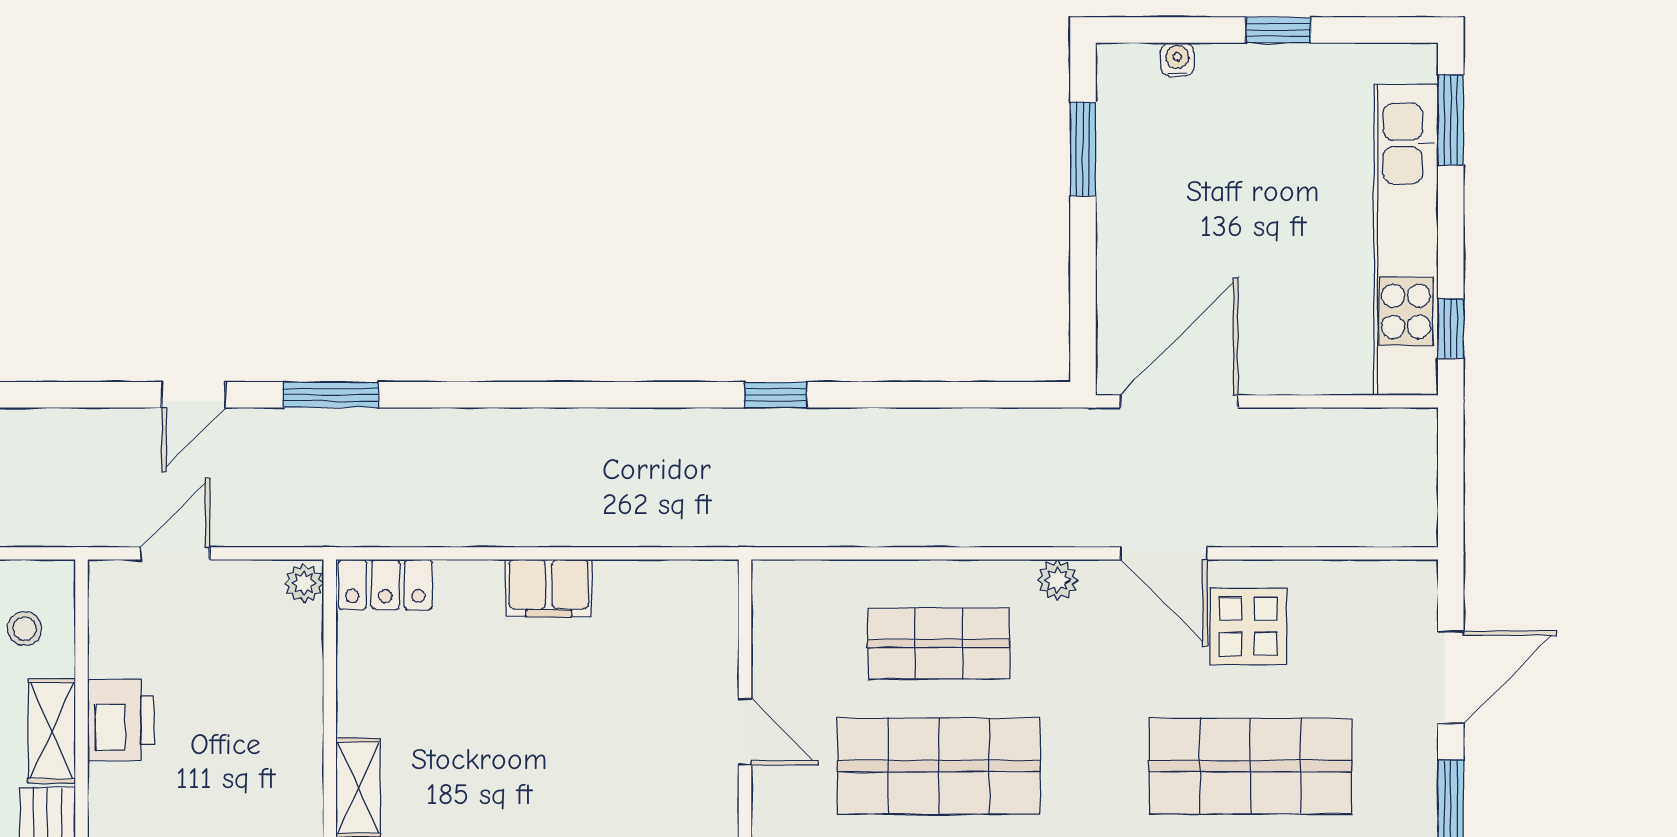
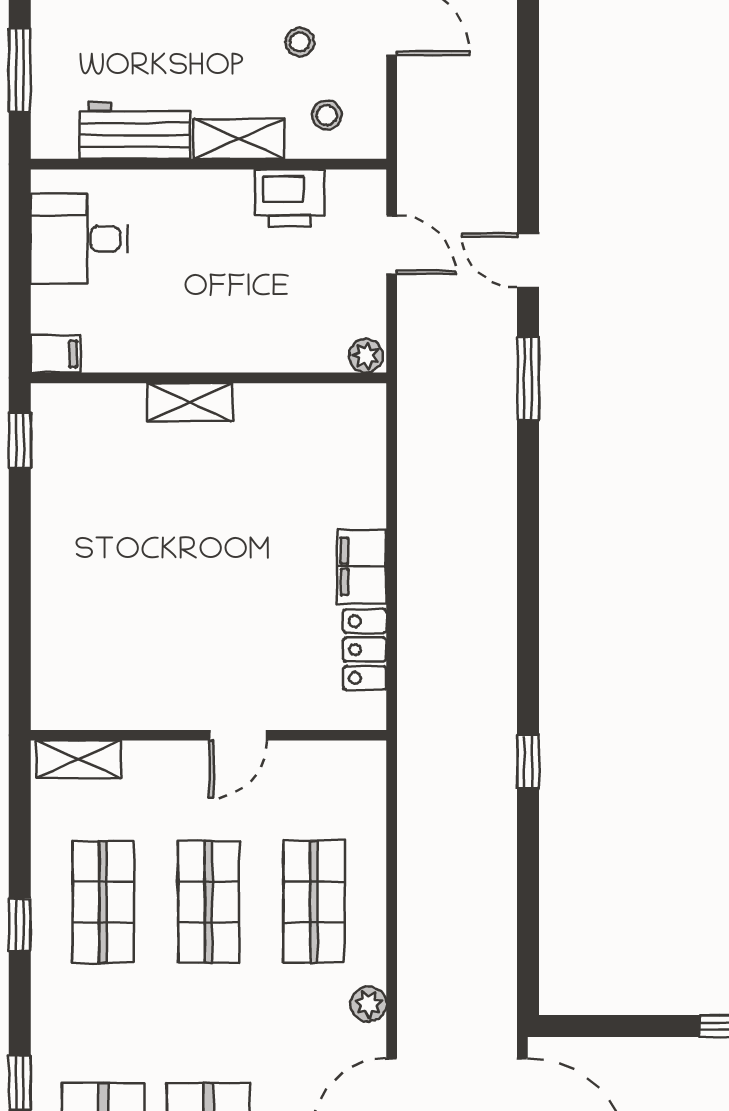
locker: (385, 585) -> (365, 650), moved
printer: (121, 720) -> (290, 198), moved
shop shelf: (939, 766) -> (209, 902), width x0.70, depth x0.74

